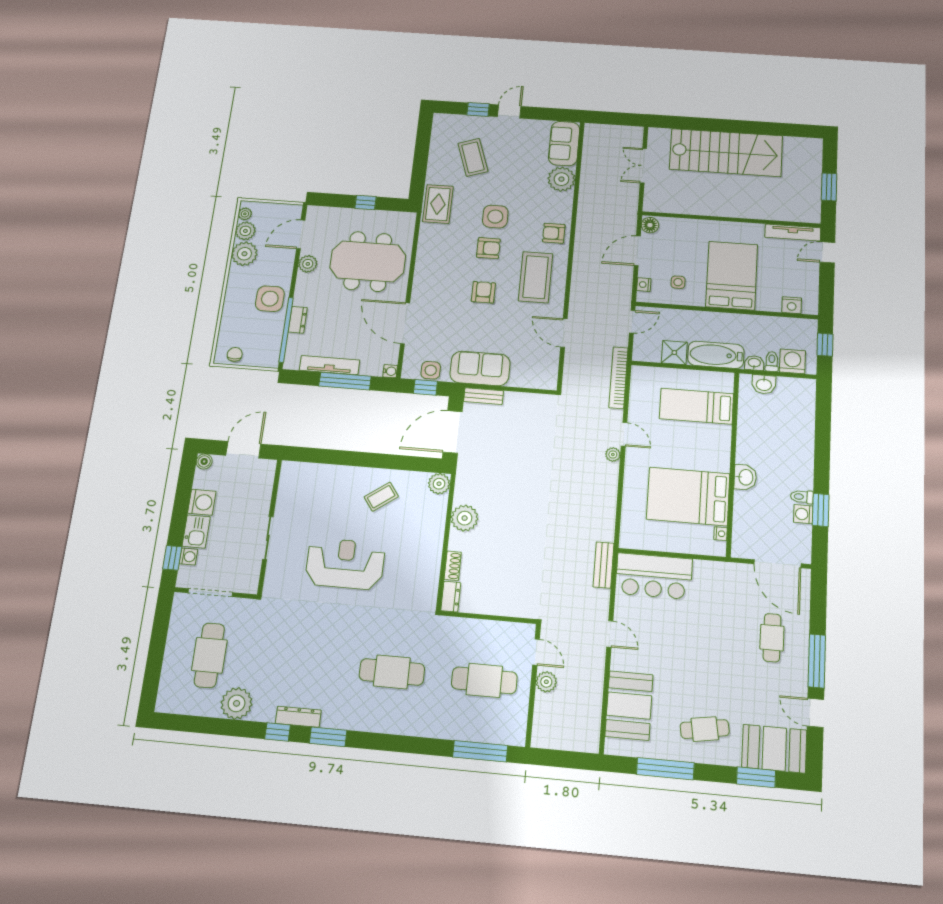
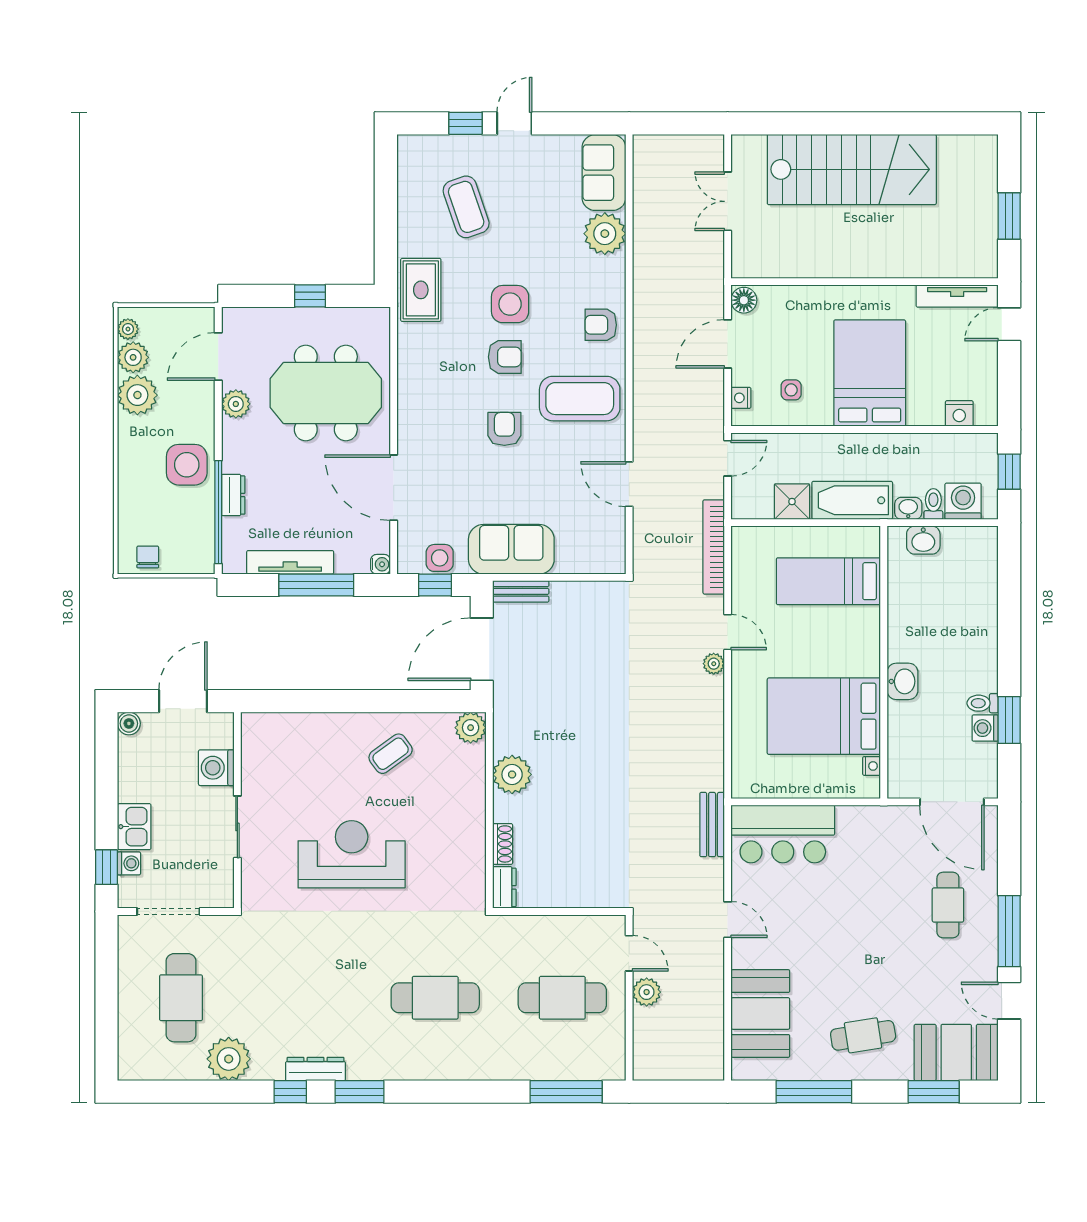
coffee table: (536, 277) -> (580, 399), turned 90
washing machine: (202, 502) -> (216, 768), moved, turned 180

